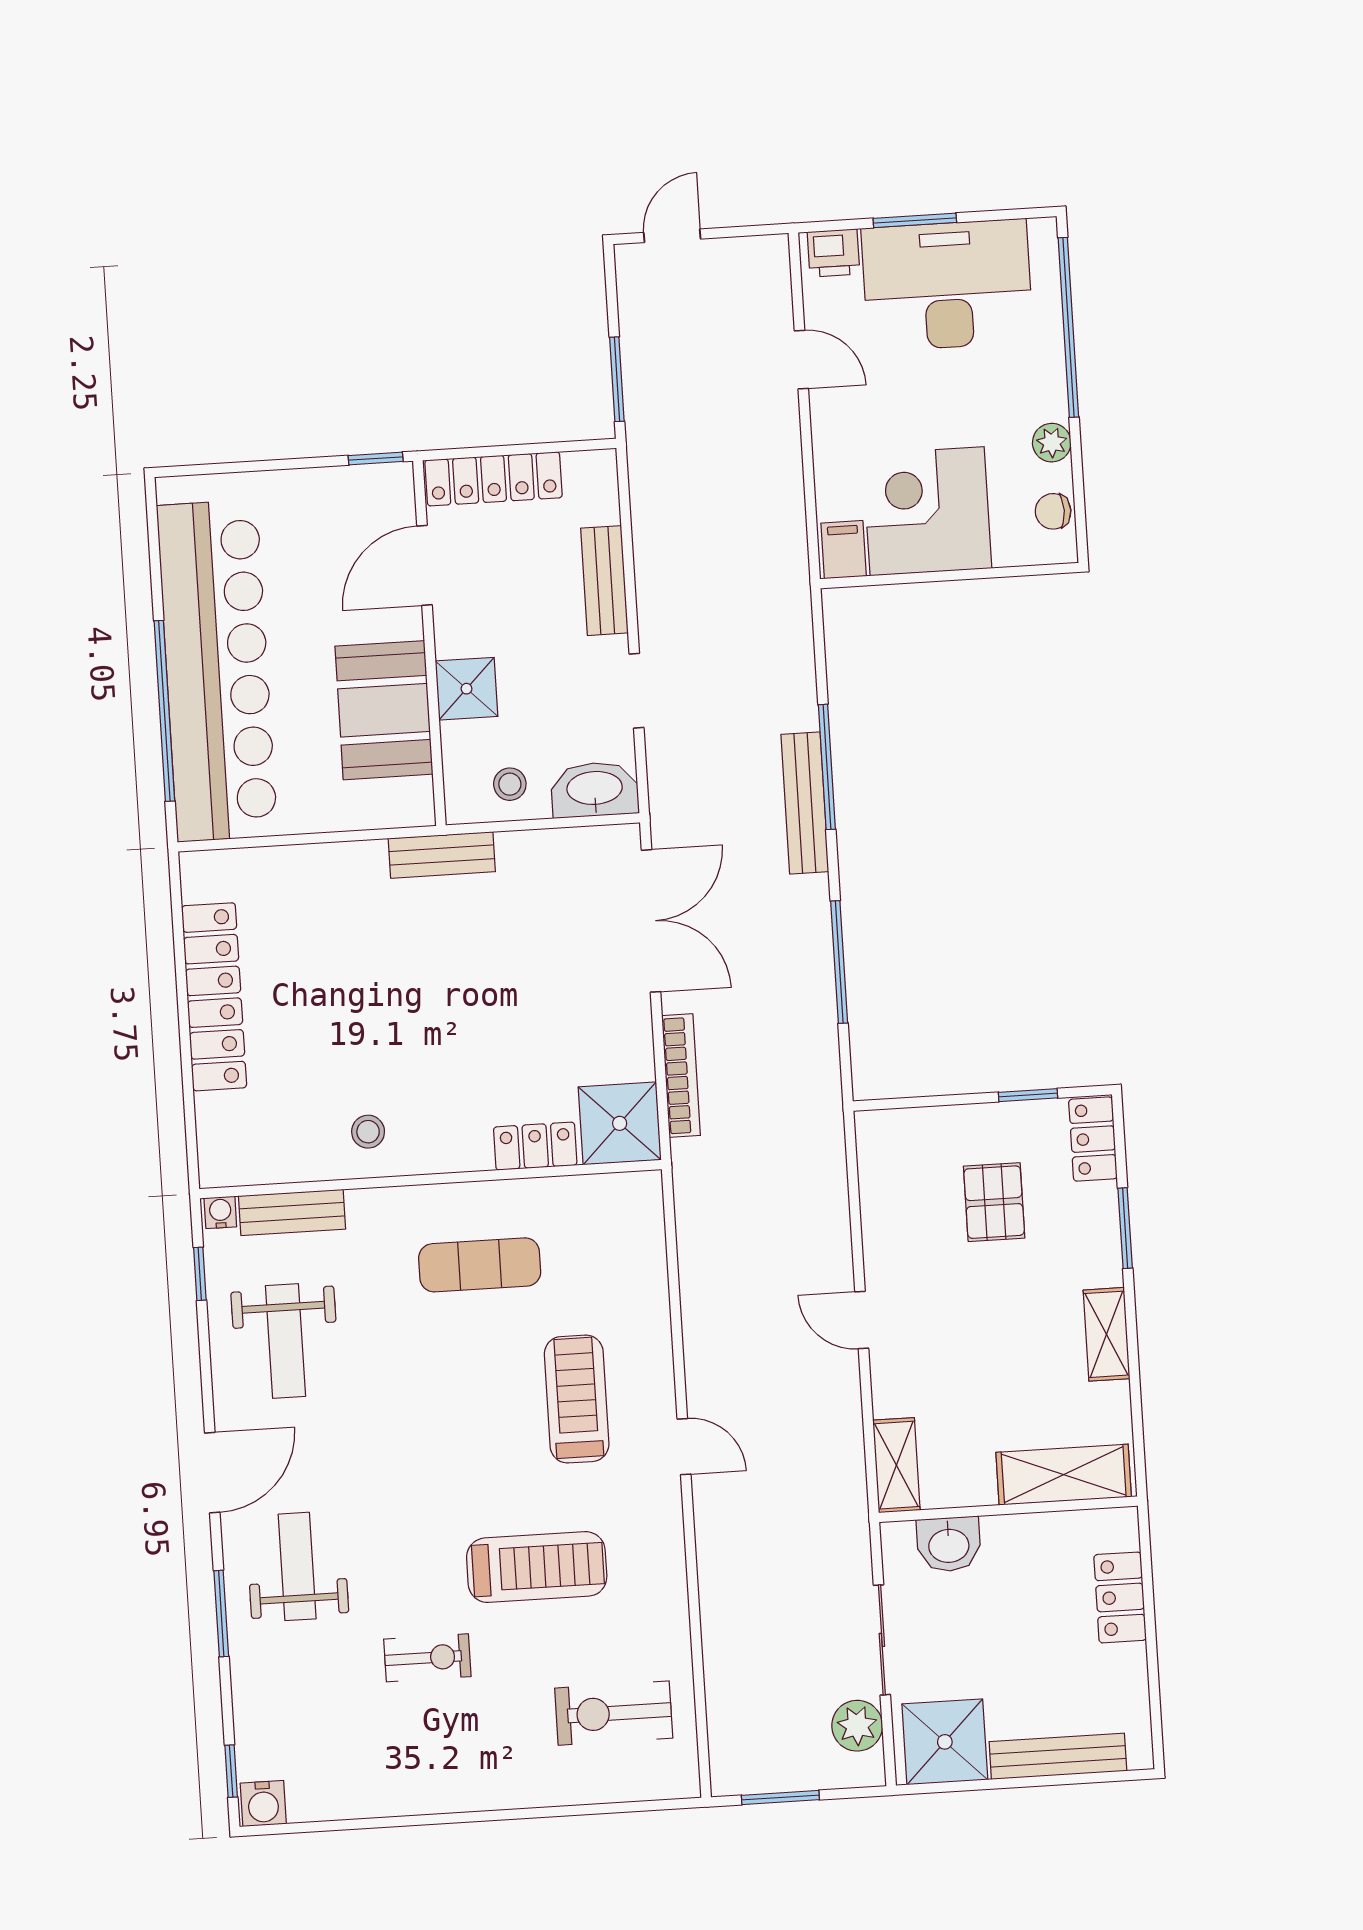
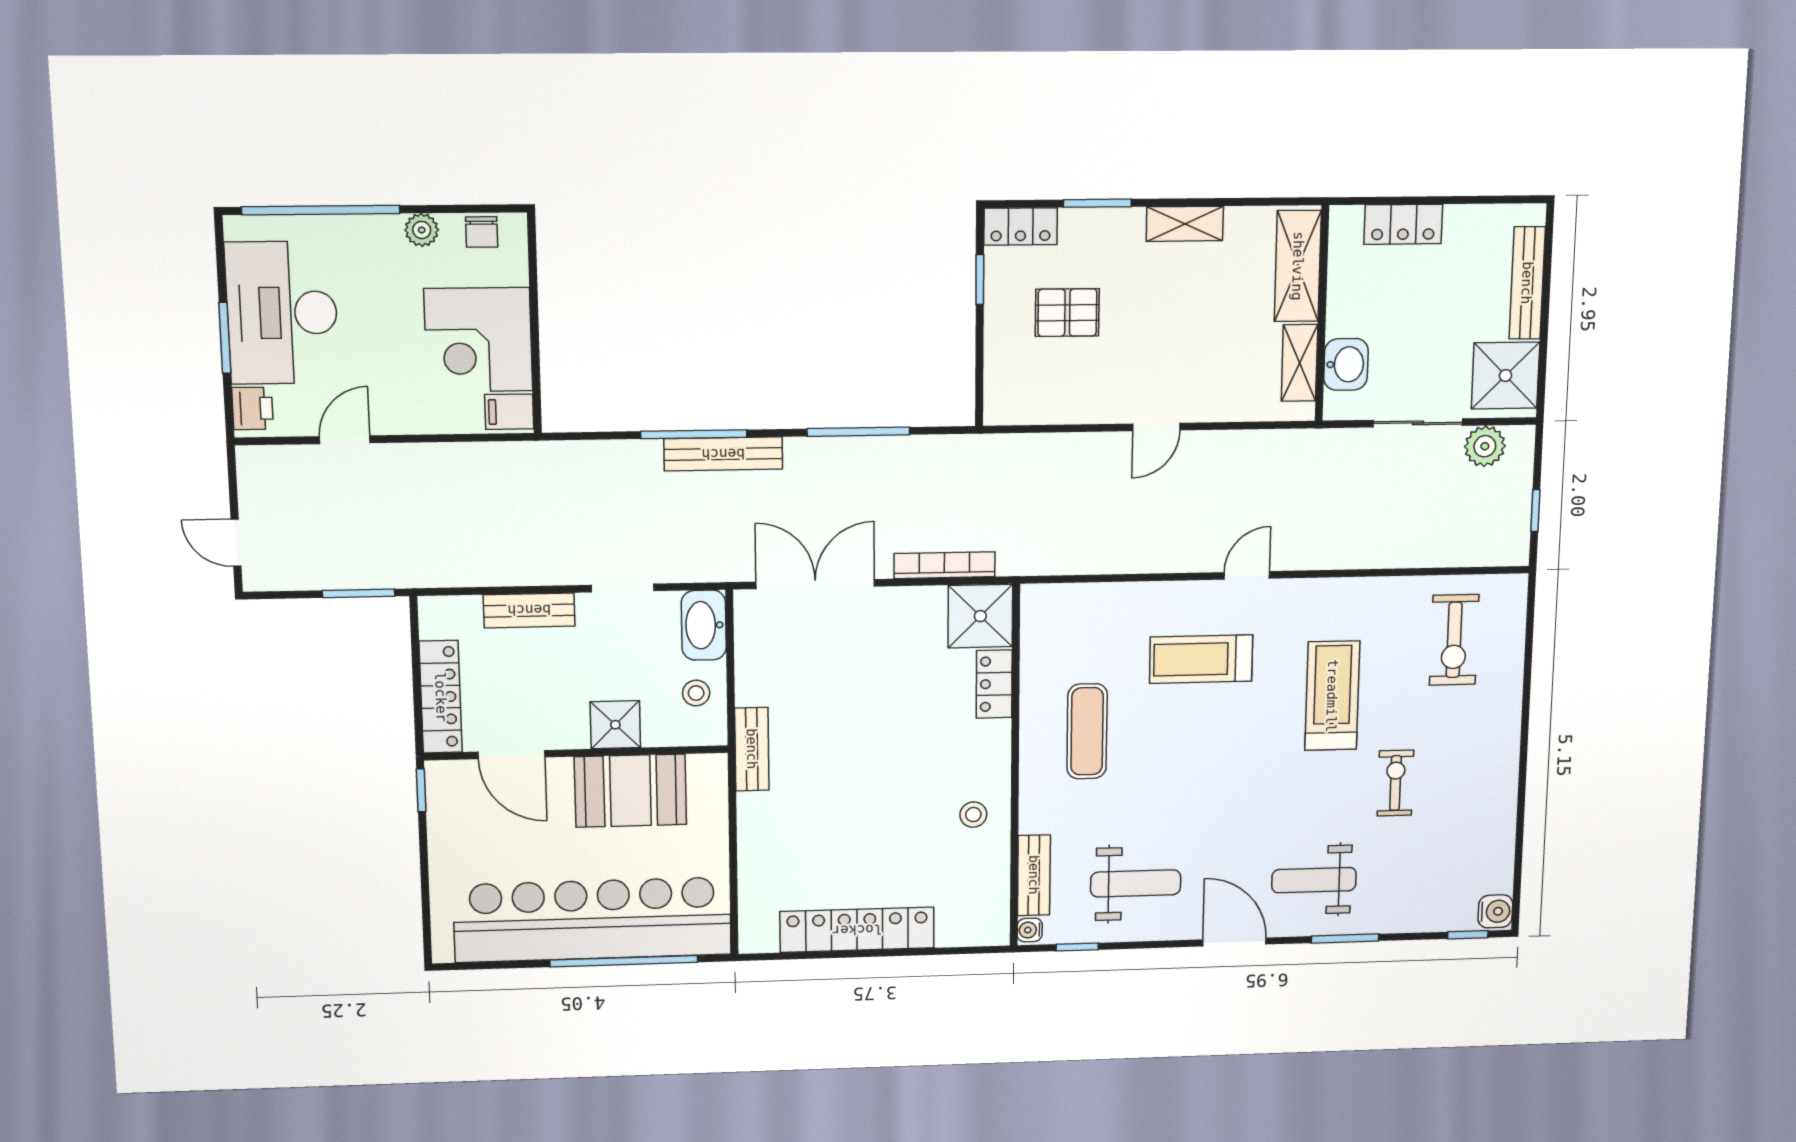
shelving: (896, 1465) -> (1300, 363), moved, turned 90
window: (780, 1797) -> (1535, 511), width x0.67

